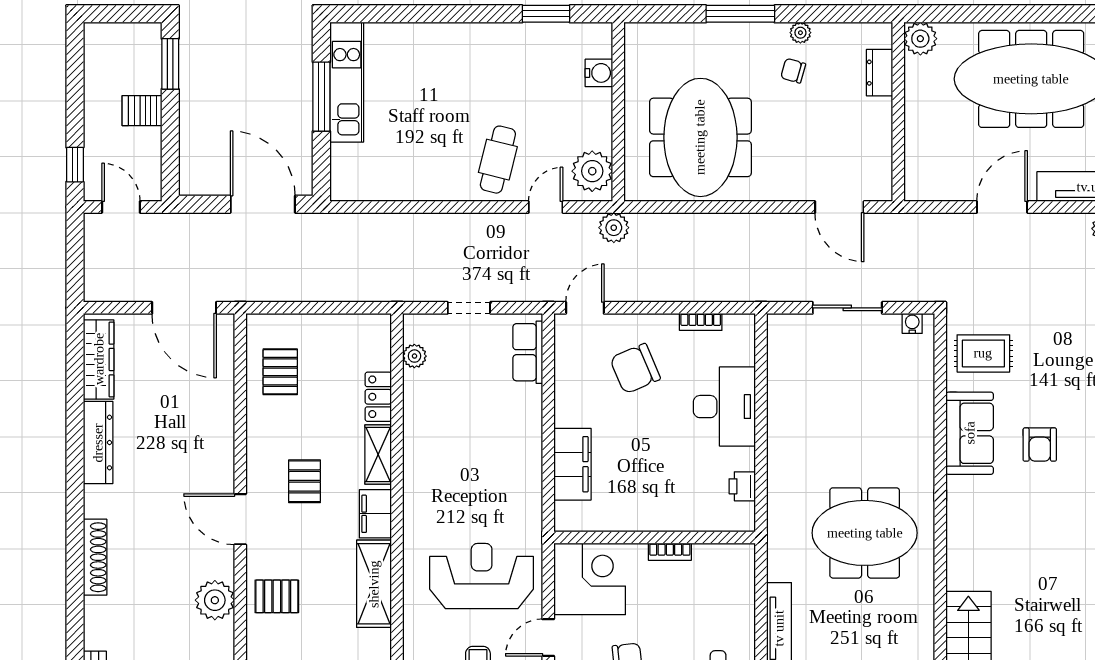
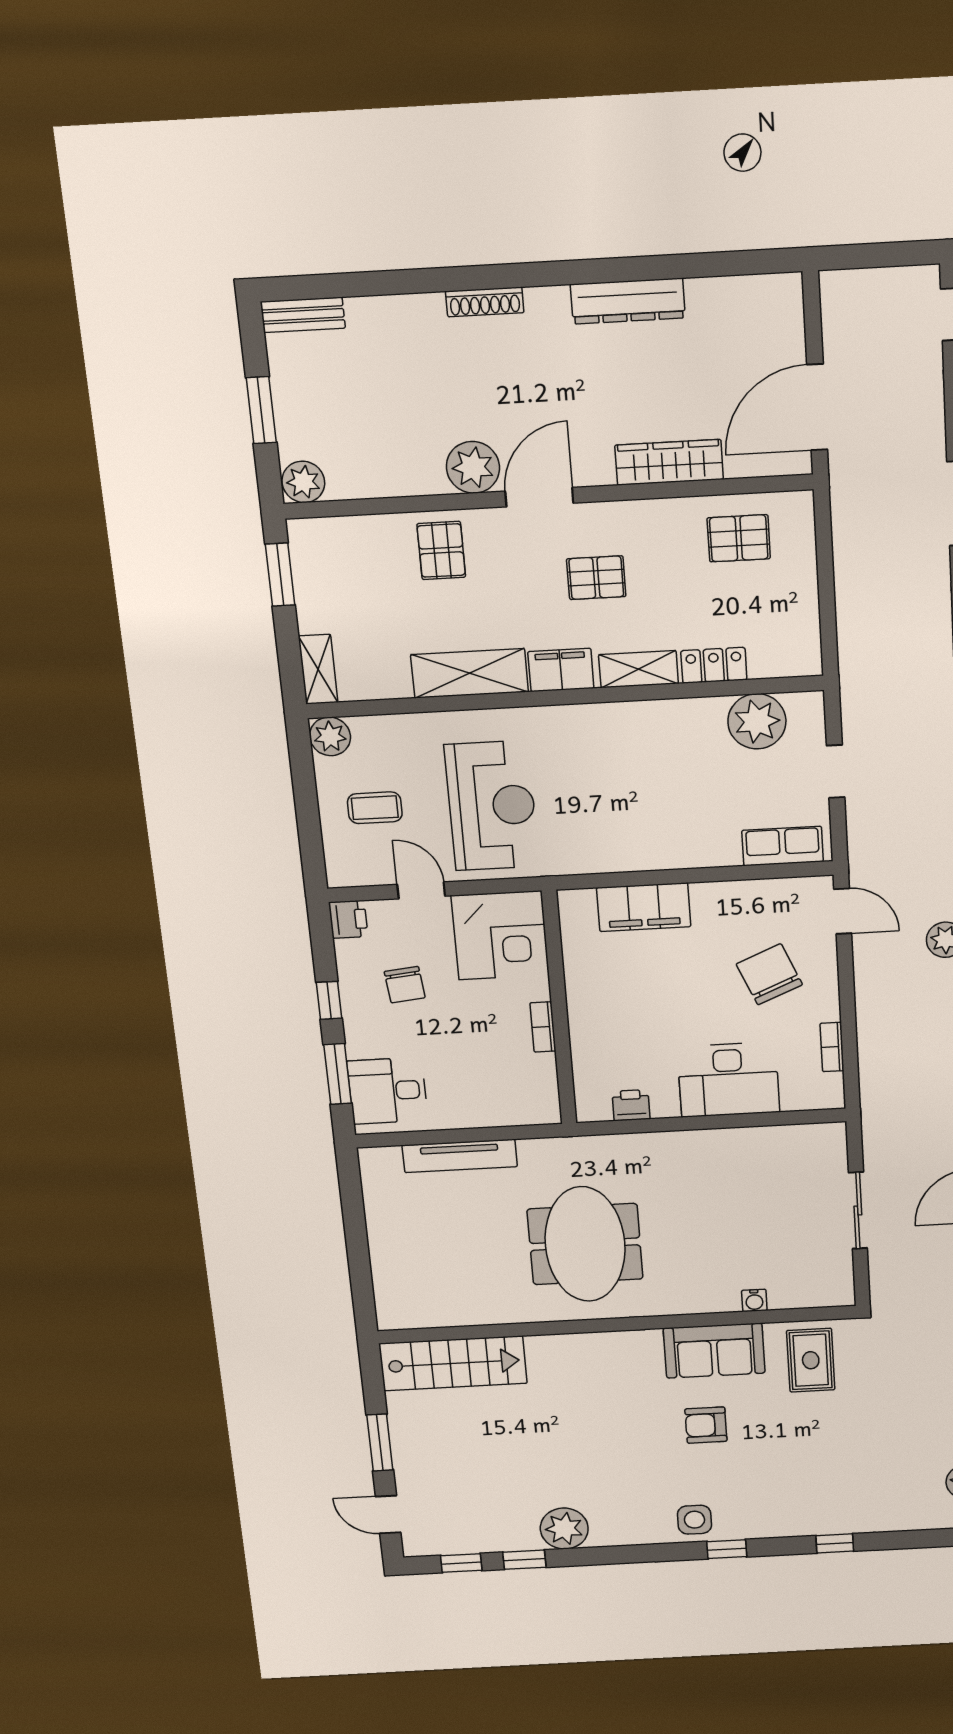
water cooler: (912, 323) -> (754, 1300), moved, turned 90
plant: (414, 356) -> (757, 721), width x1.87, depth x1.87
wardrobe: (99, 359) -> (669, 462), moved, turned 180
shoe rack: (95, 557) -> (485, 302), width x0.74, depth x0.81
plant: (215, 600) -> (473, 467), moved

